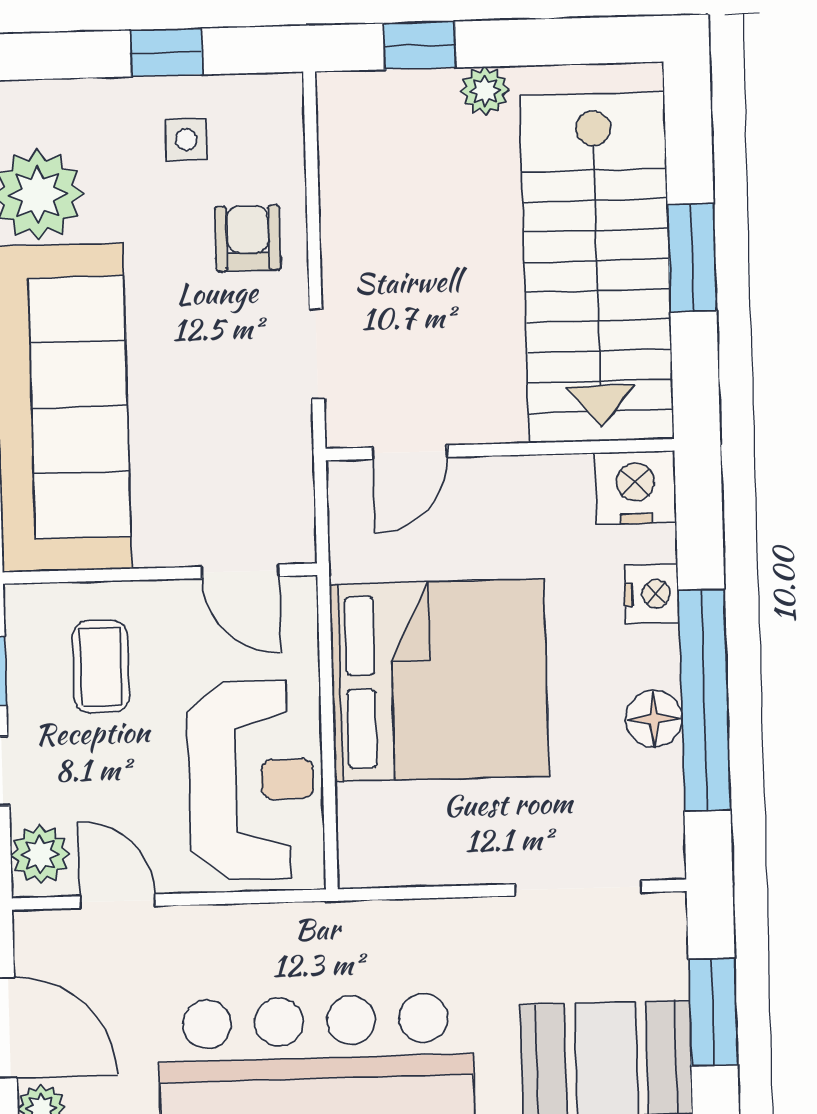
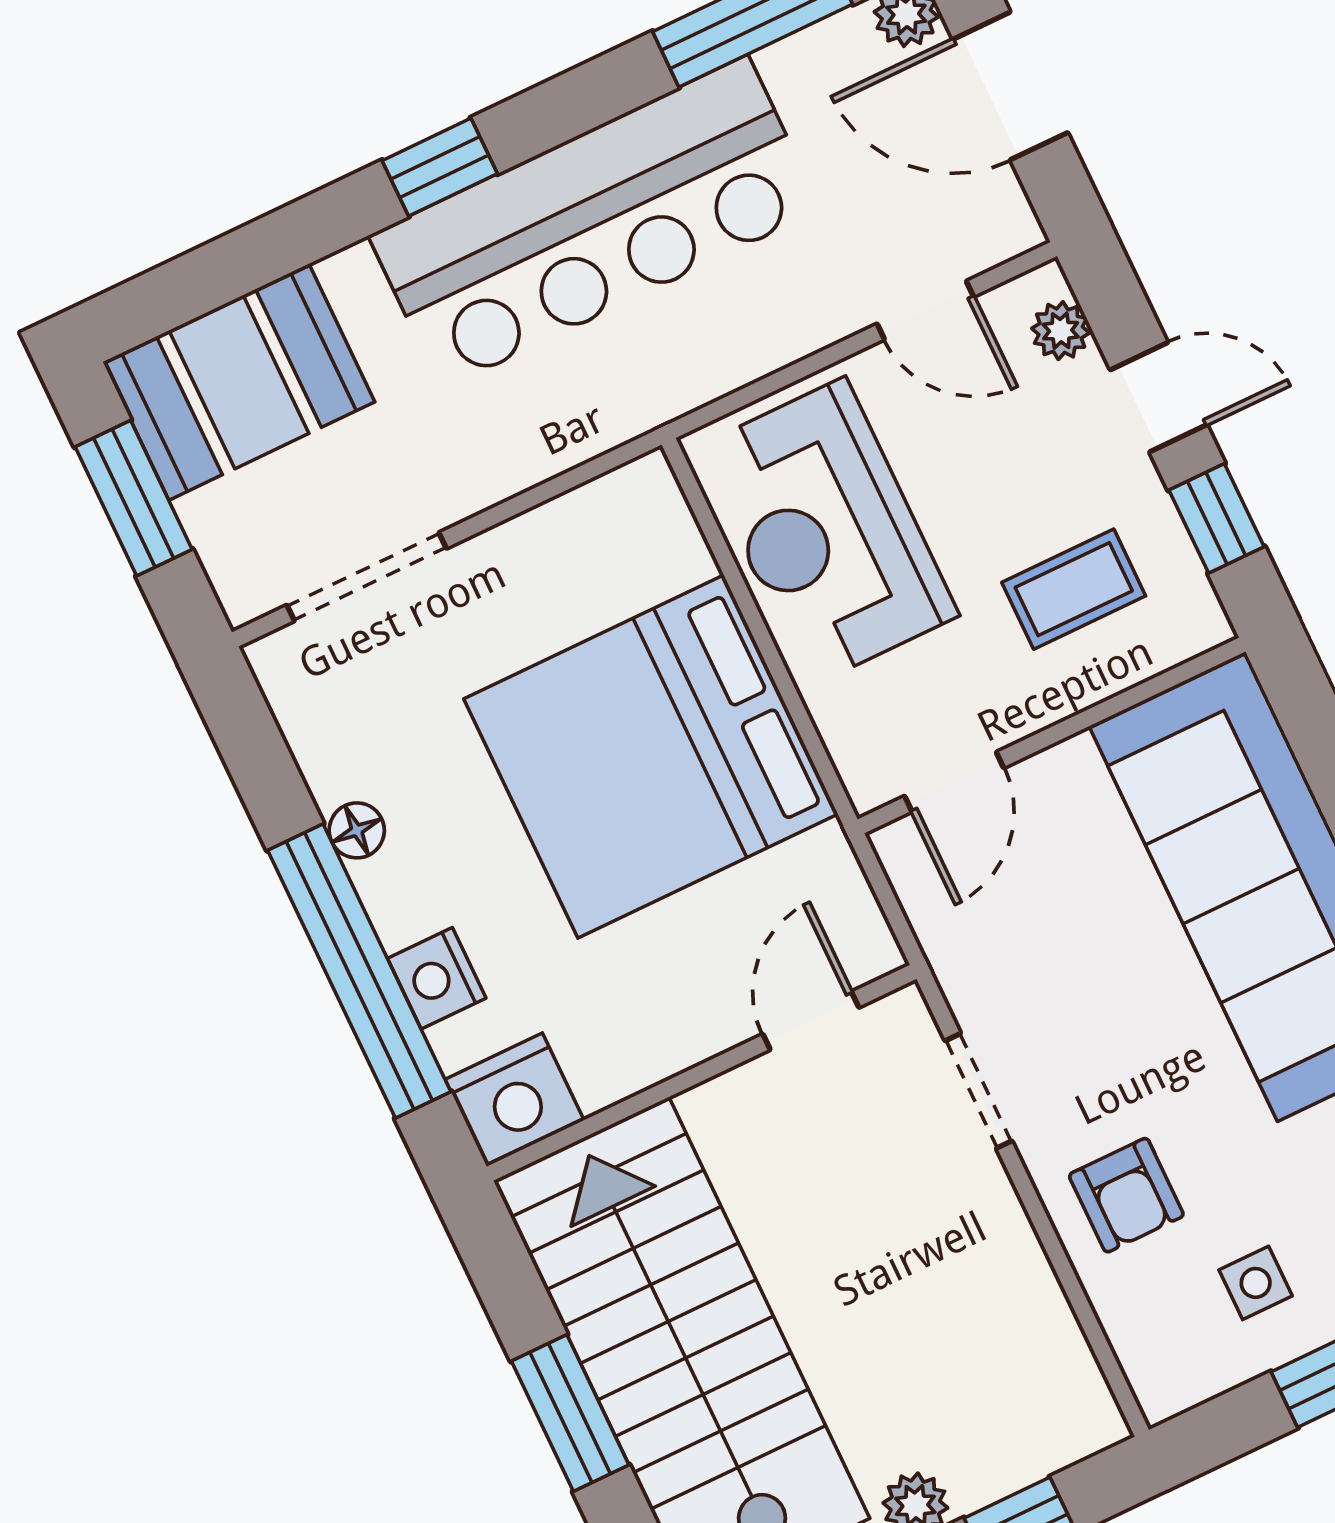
door: (240, 571) -> (954, 782), swing flipped
coffee table: (101, 667) -> (1074, 589), turned 90
window: (704, 700) -> (359, 971), moved
floor lamp: (654, 719) -> (357, 830), width x0.73, depth x0.73
plant: (40, 854) -> (1061, 331), width x0.73, depth x0.73

